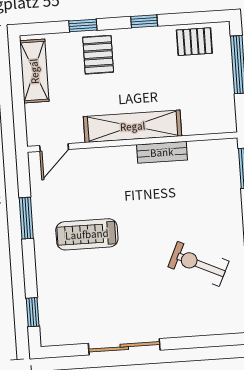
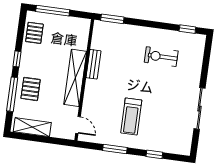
window: (83, 25) -> (12, 94), width x2.17
pallet: (98, 55) -> (31, 89), turned 90
exercise bike: (198, 264) -> (161, 57), turned 65
window: (33, 312) -> (154, 154), moved

